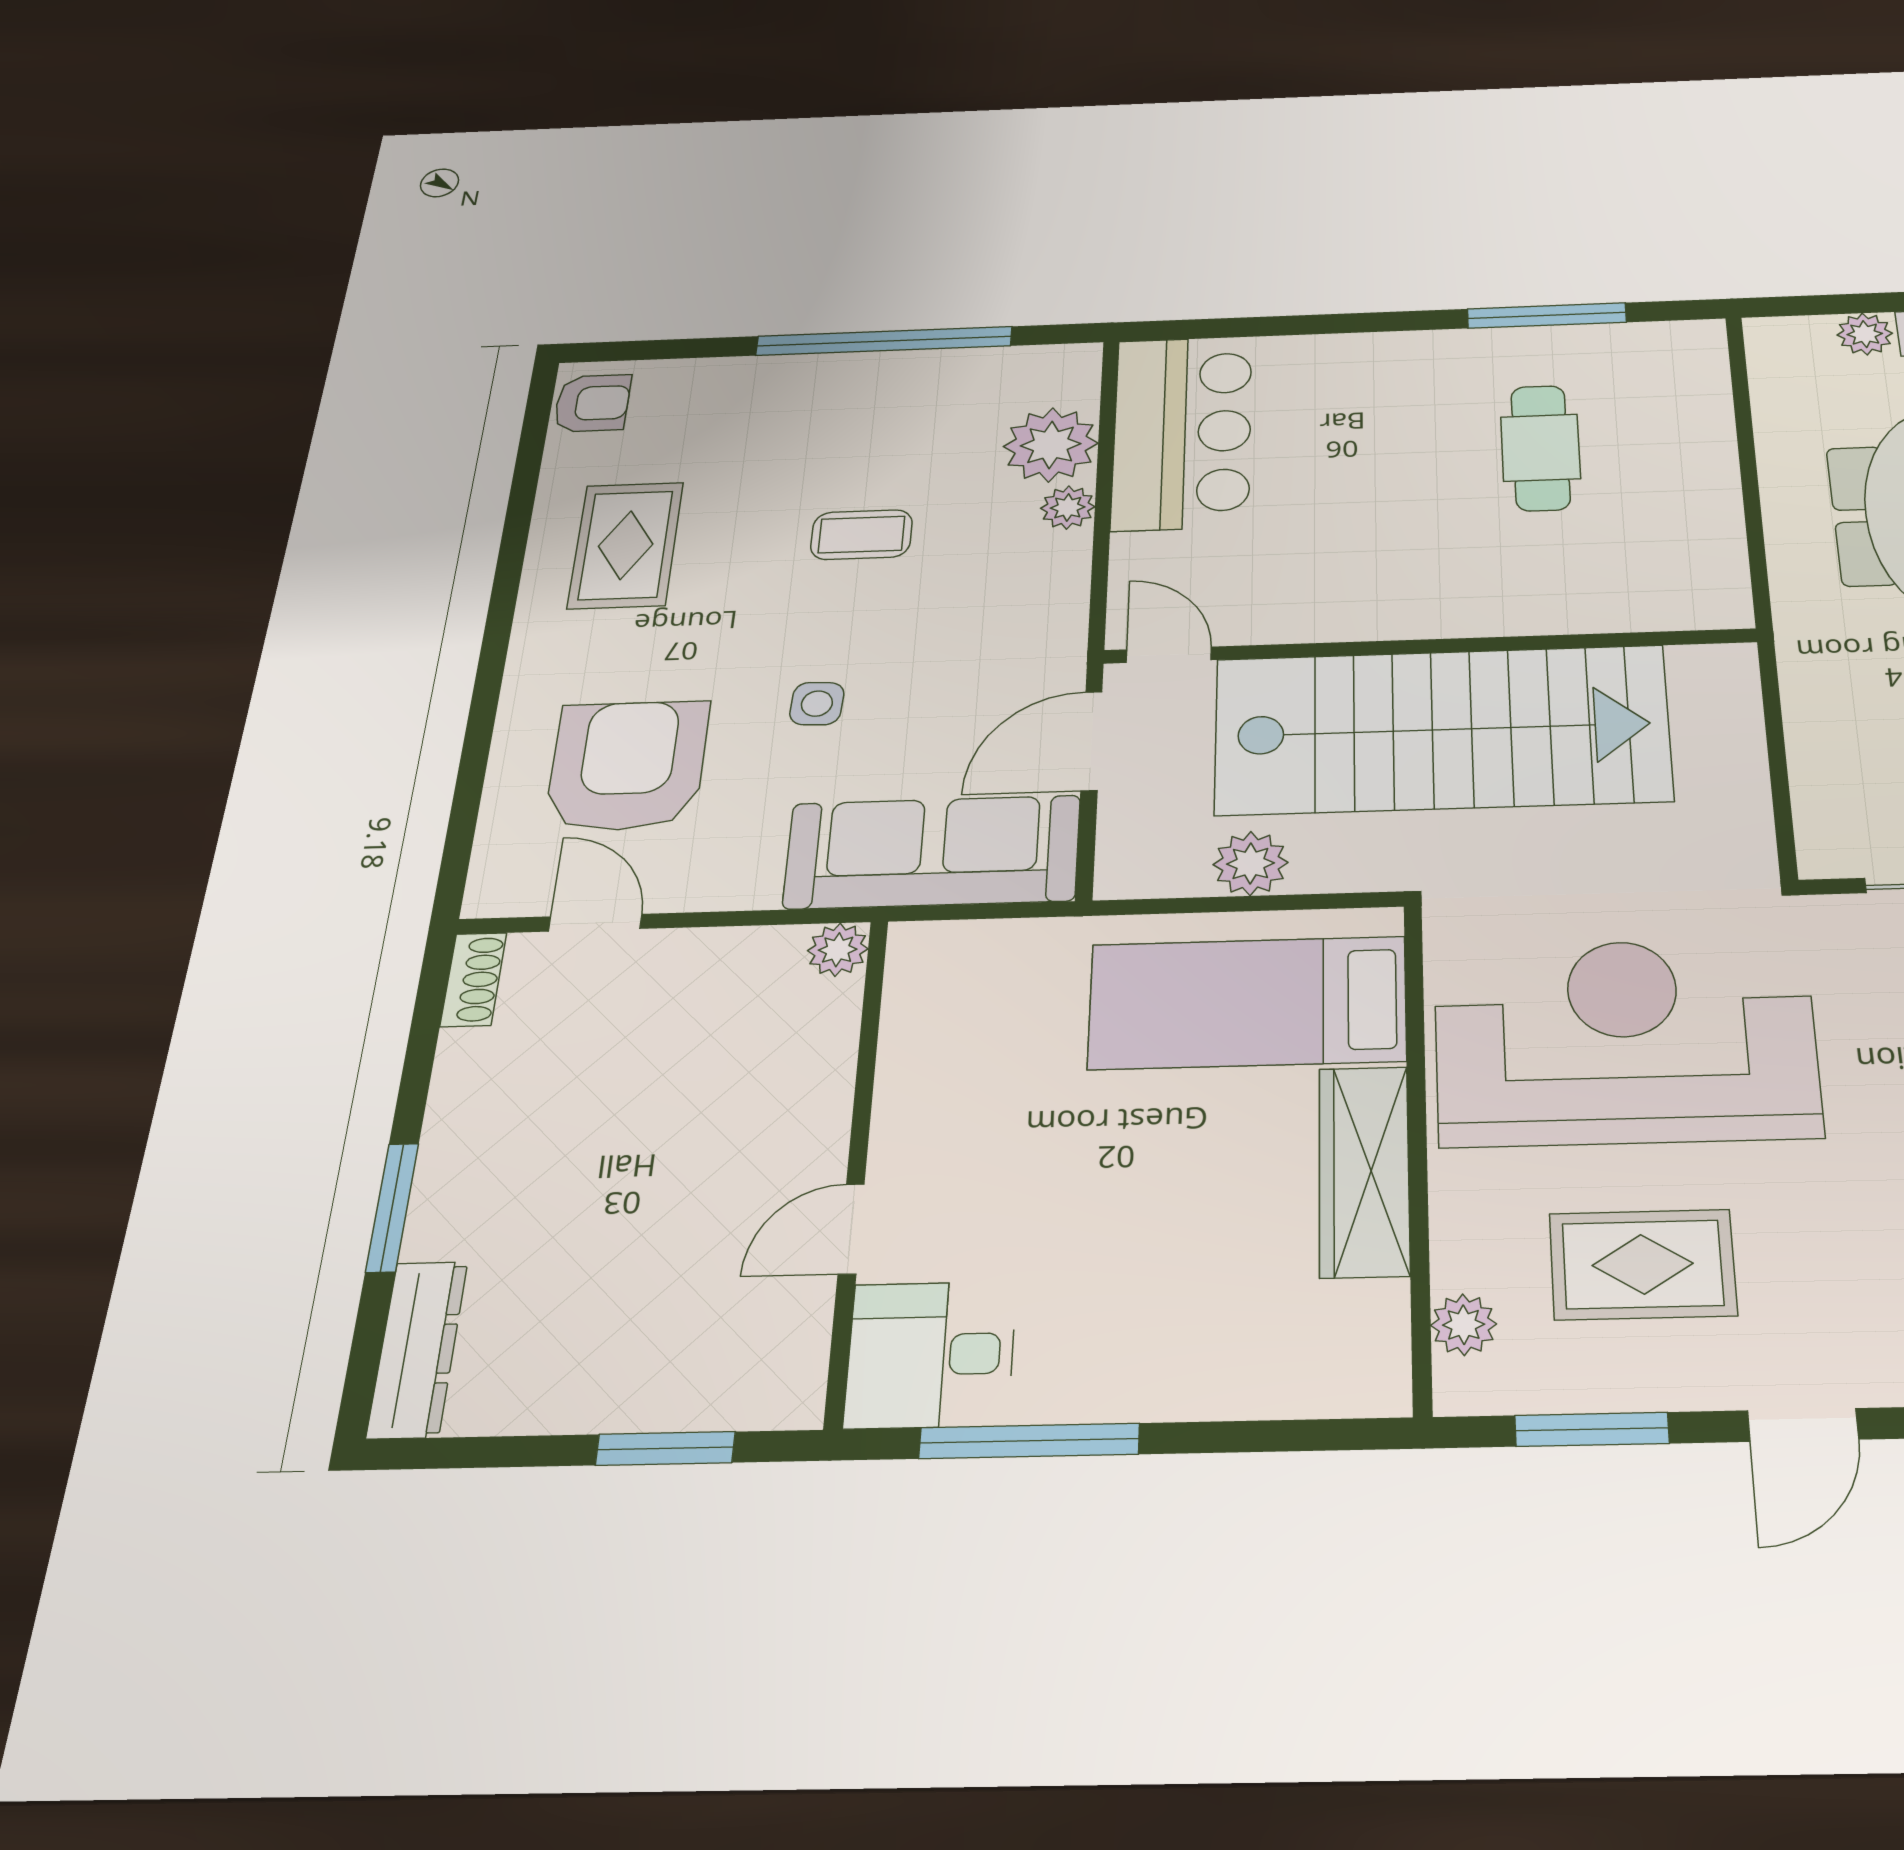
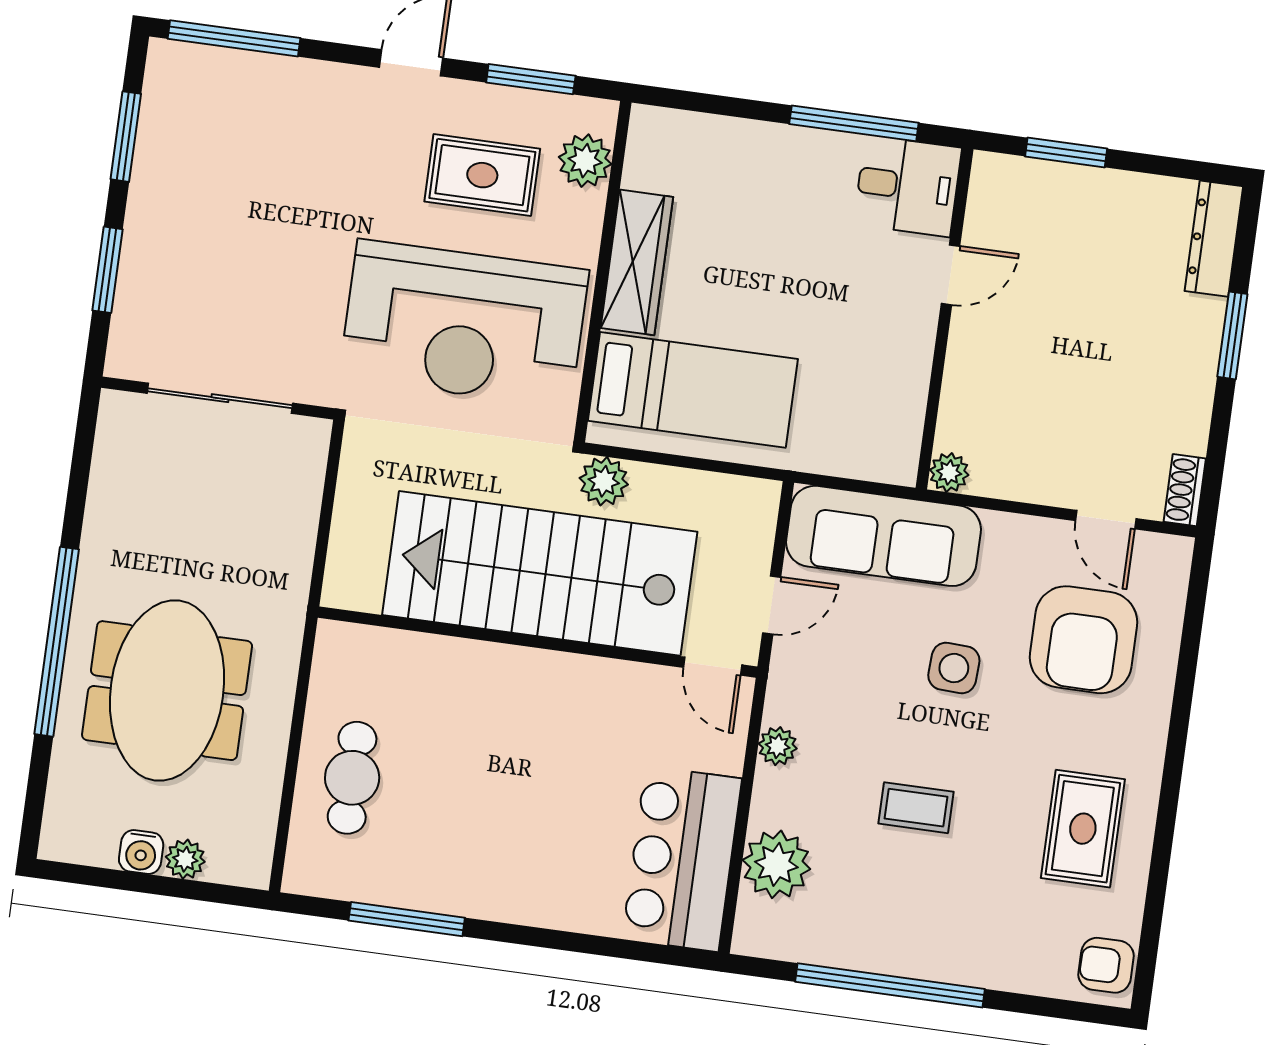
cafe table: (1540, 448) -> (352, 778), moved
plant: (1068, 507) -> (778, 746), moved
side table: (817, 704) -> (954, 668), width x1.37, depth x1.37
door: (1091, 741) -> (772, 605), width x0.73
plant: (1251, 863) -> (604, 481), moved
plant: (1464, 1325) -> (585, 161), width x1.38, depth x1.38

